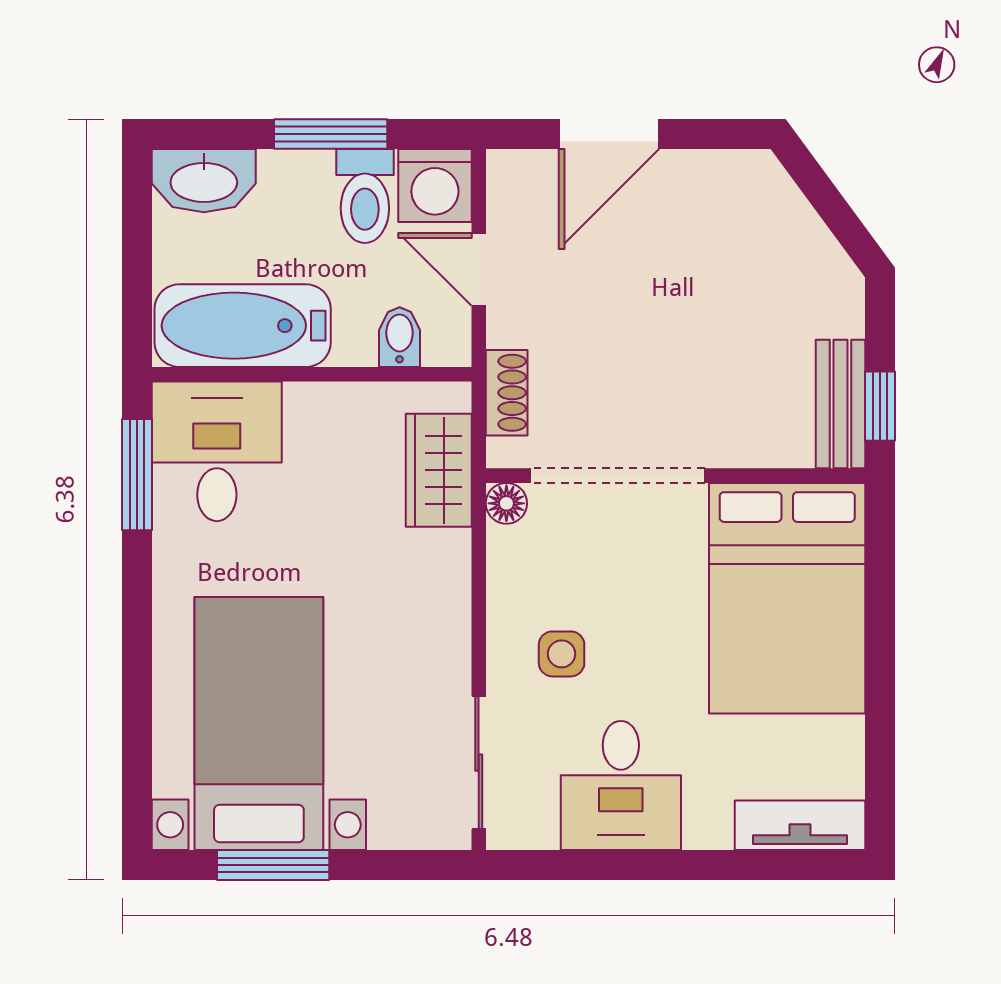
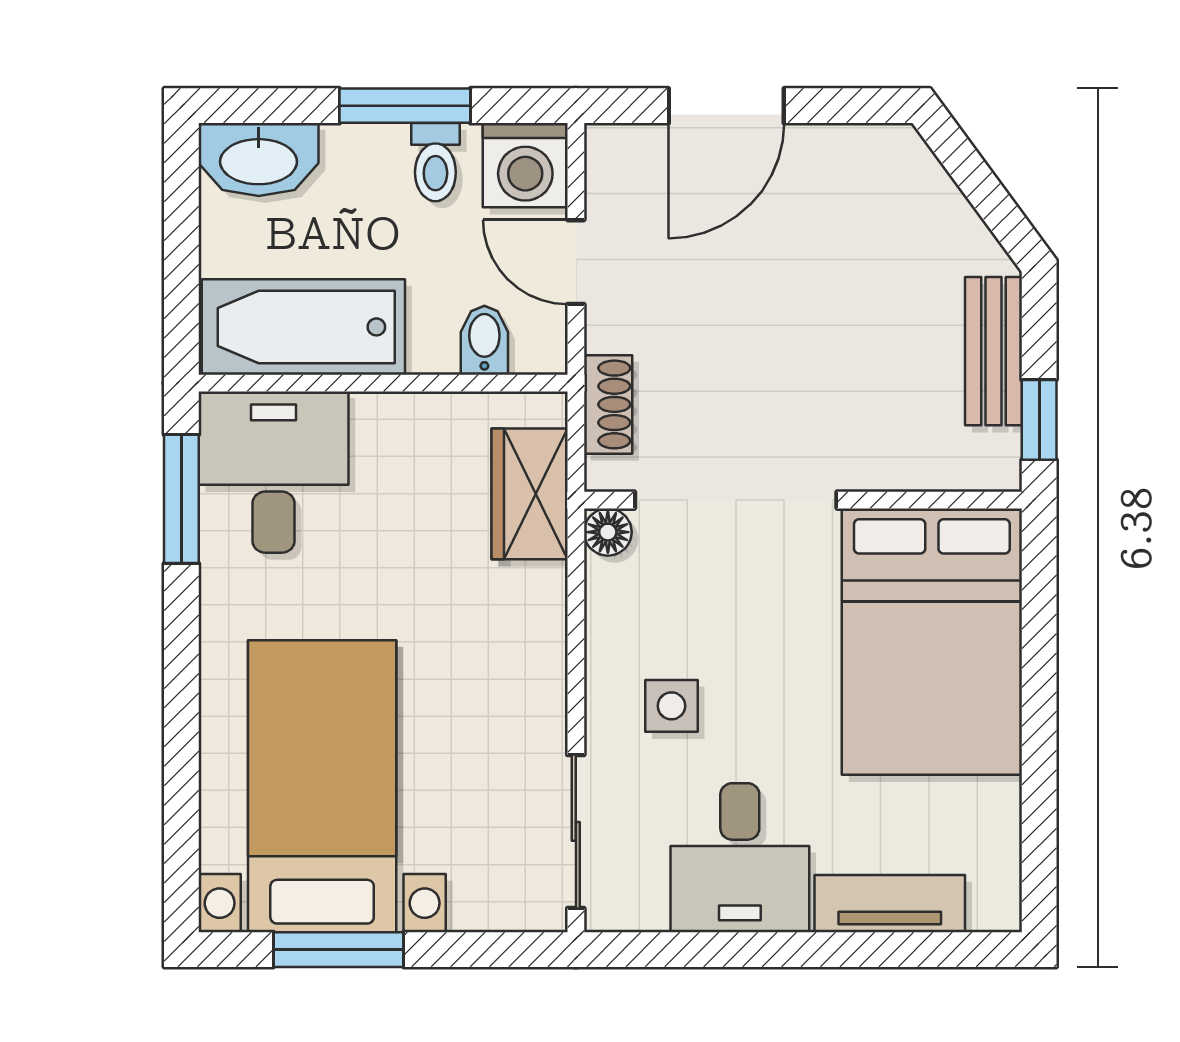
toilet: (365, 196) -> (435, 162), width x0.73, depth x0.72
bench: (841, 404) -> (993, 351), moved
tv unit: (800, 825) -> (890, 904), moved

